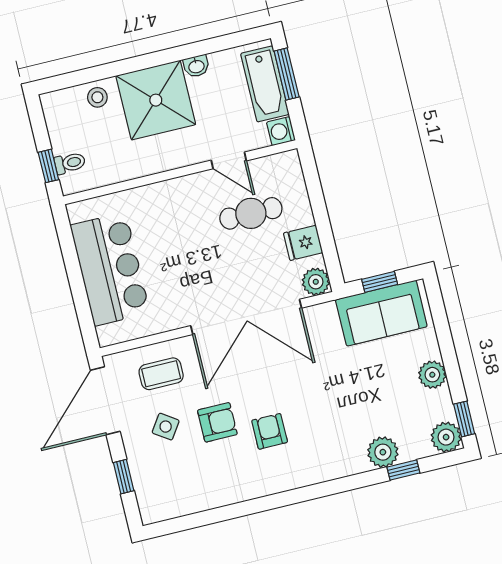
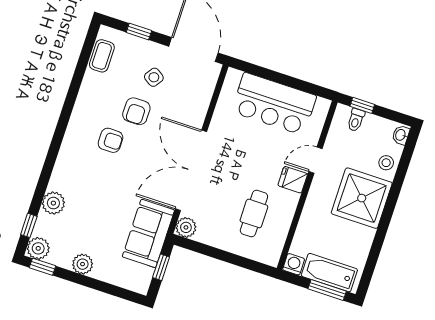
washbasin: (196, 66) -> (401, 135), moved
door: (229, 160) -> (315, 160), moved
fridge: (303, 243) -> (293, 180), moved, turned -90
sofa: (381, 313) -> (148, 233), moved
coffee table: (161, 374) -> (102, 56), moved
window: (403, 470) -> (29, 225), moved

